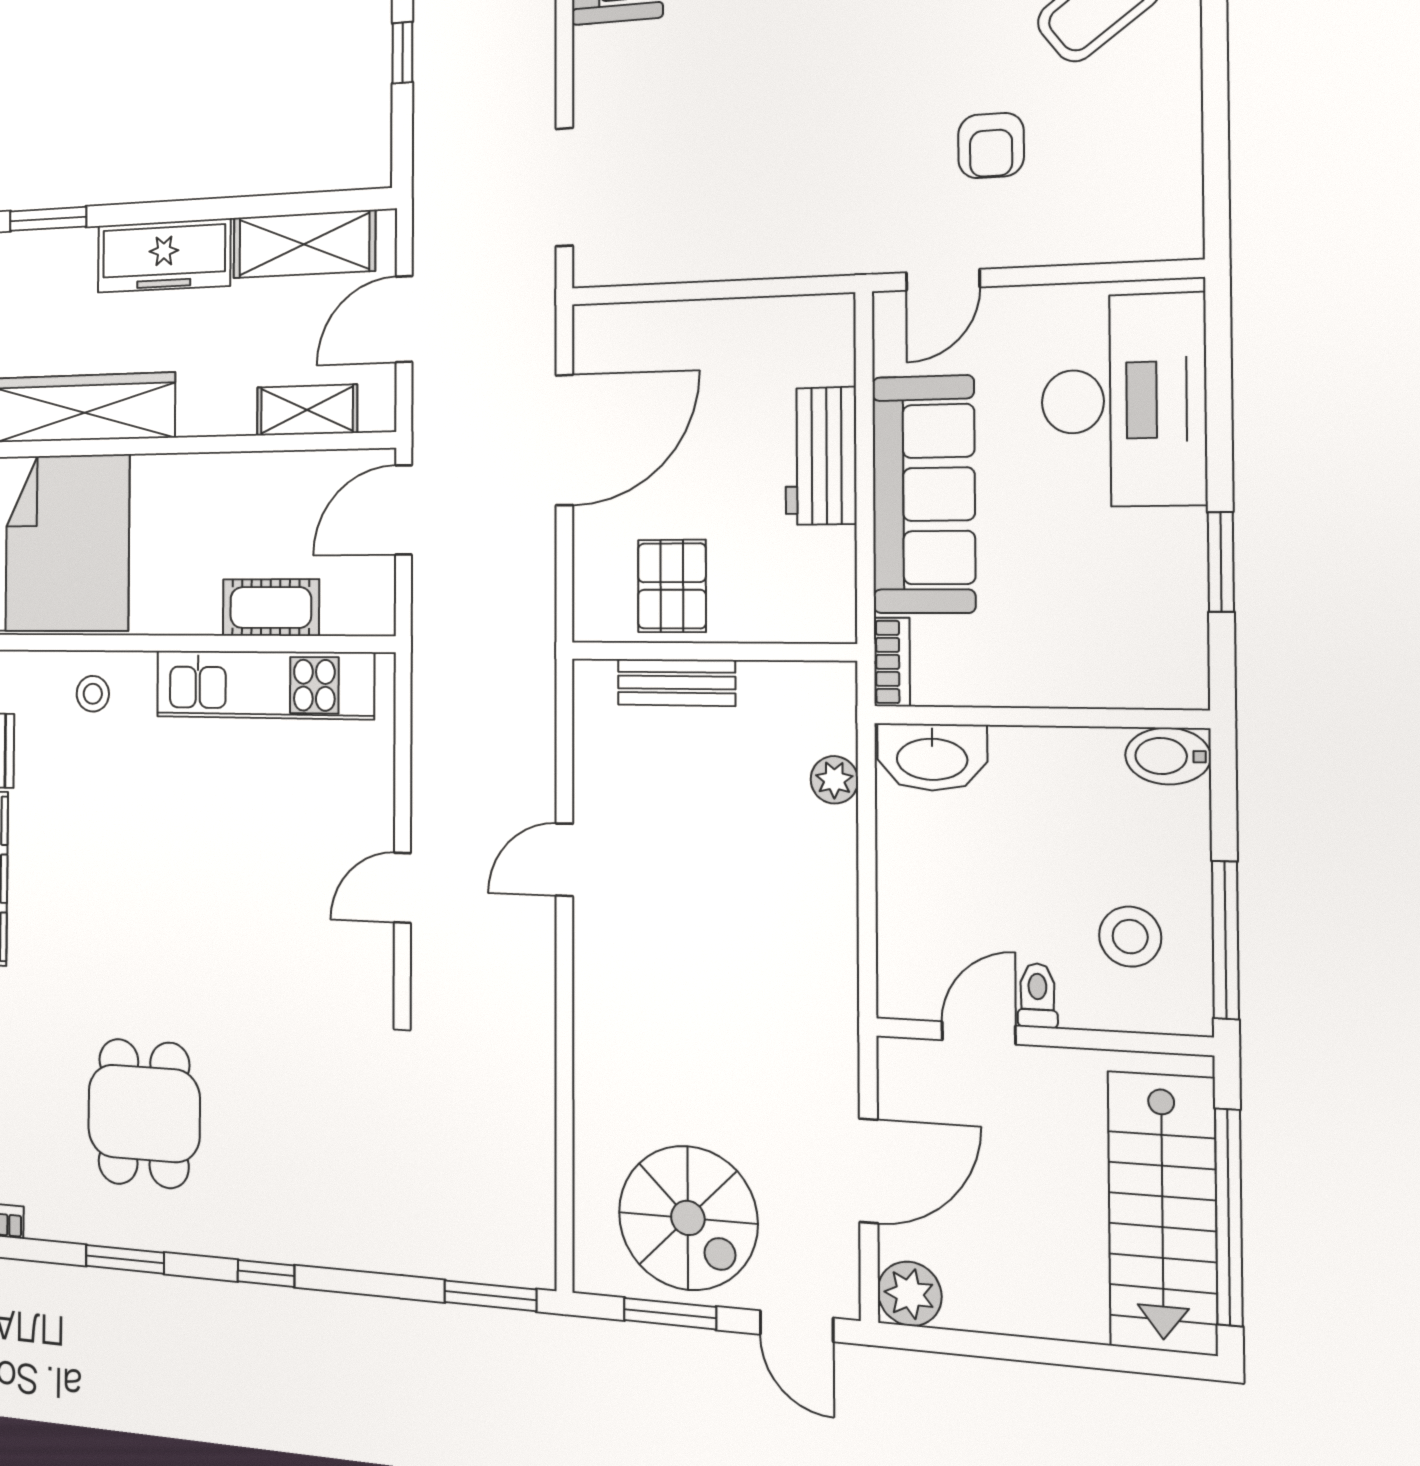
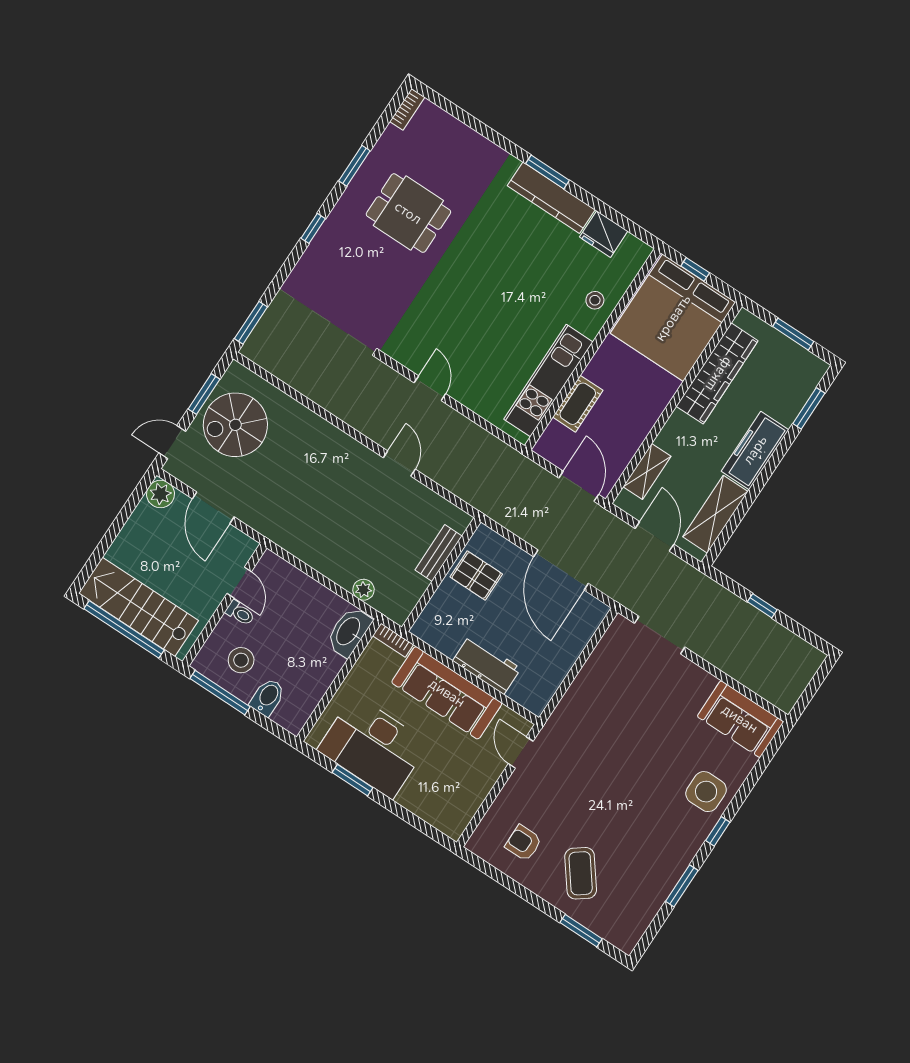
armchair: (991, 146) -> (523, 843), moved
desk: (1124, 400) -> (373, 747), moved
bidet: (1168, 756) -> (267, 697), moved

